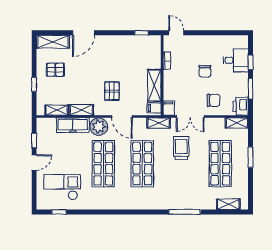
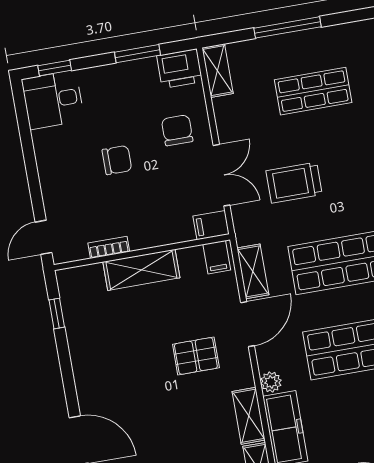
desk: (236, 60) -> (53, 100), moved, turned -90
window: (251, 62) -> (55, 68), moved
shelving: (154, 86) -> (141, 270), moved
shelving: (159, 123) -> (253, 271), moved
plant: (99, 127) -> (271, 382), width x0.53, depth x0.53
window: (251, 157) -> (287, 27), width x1.44
shop shelf: (220, 164) -> (313, 91), width x0.70, depth x0.74

